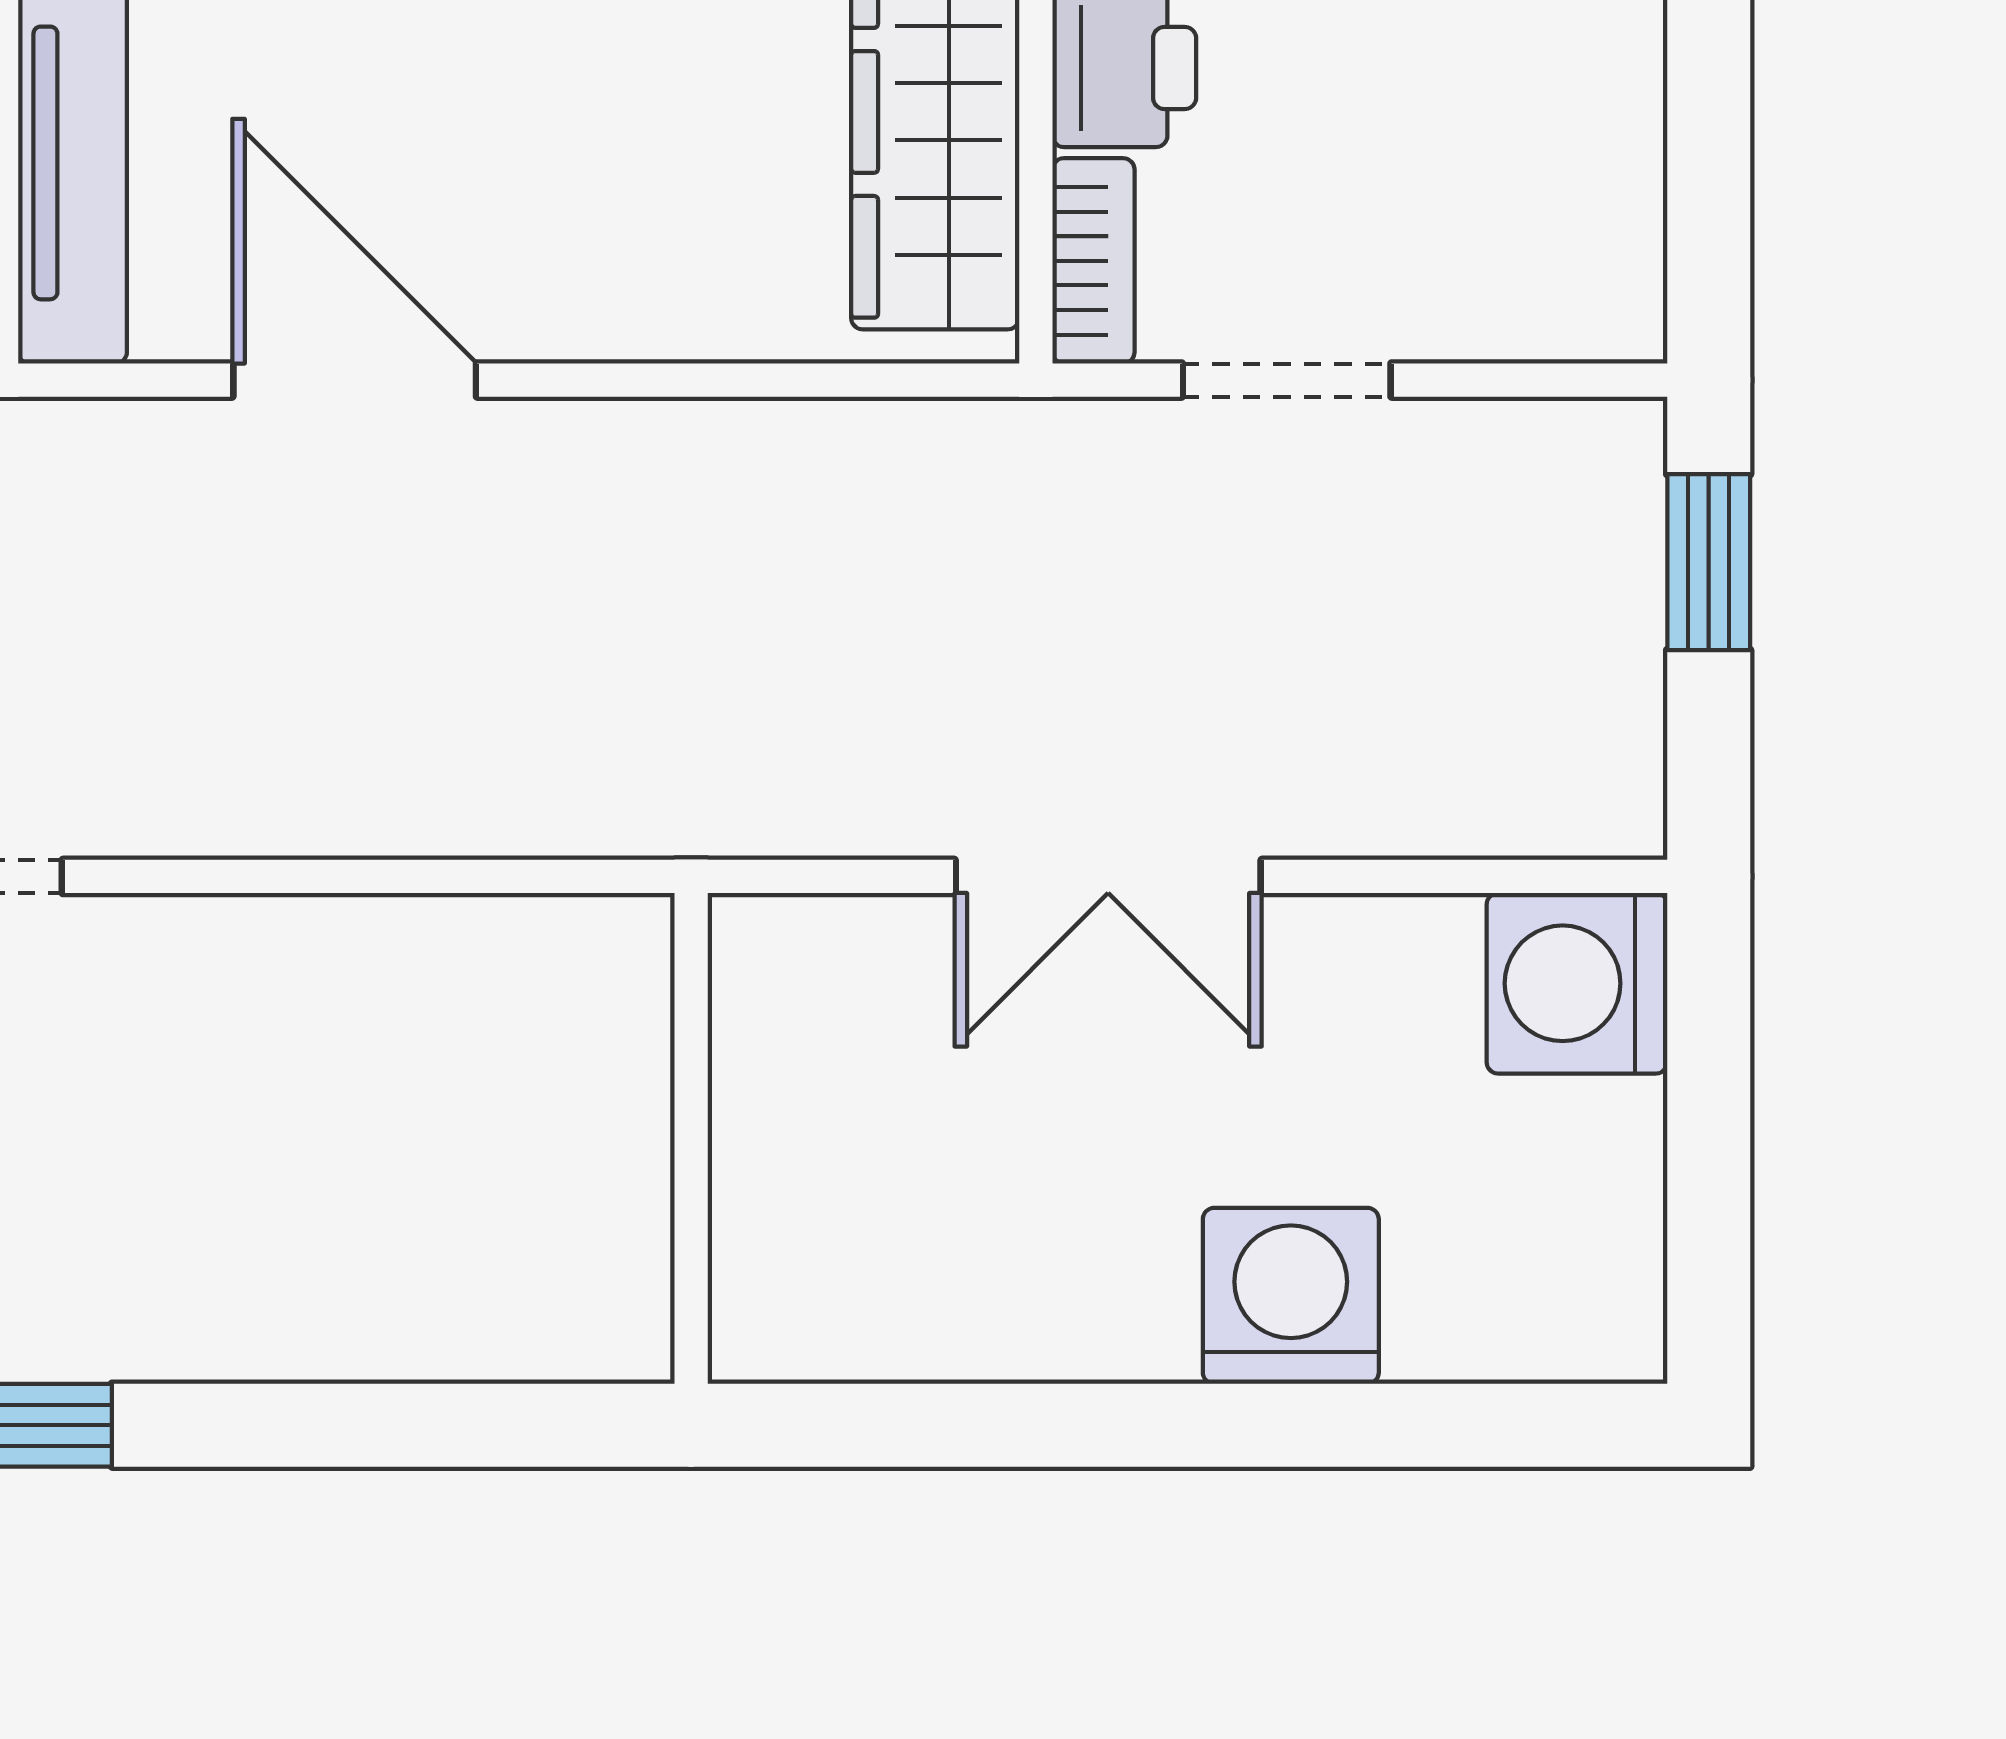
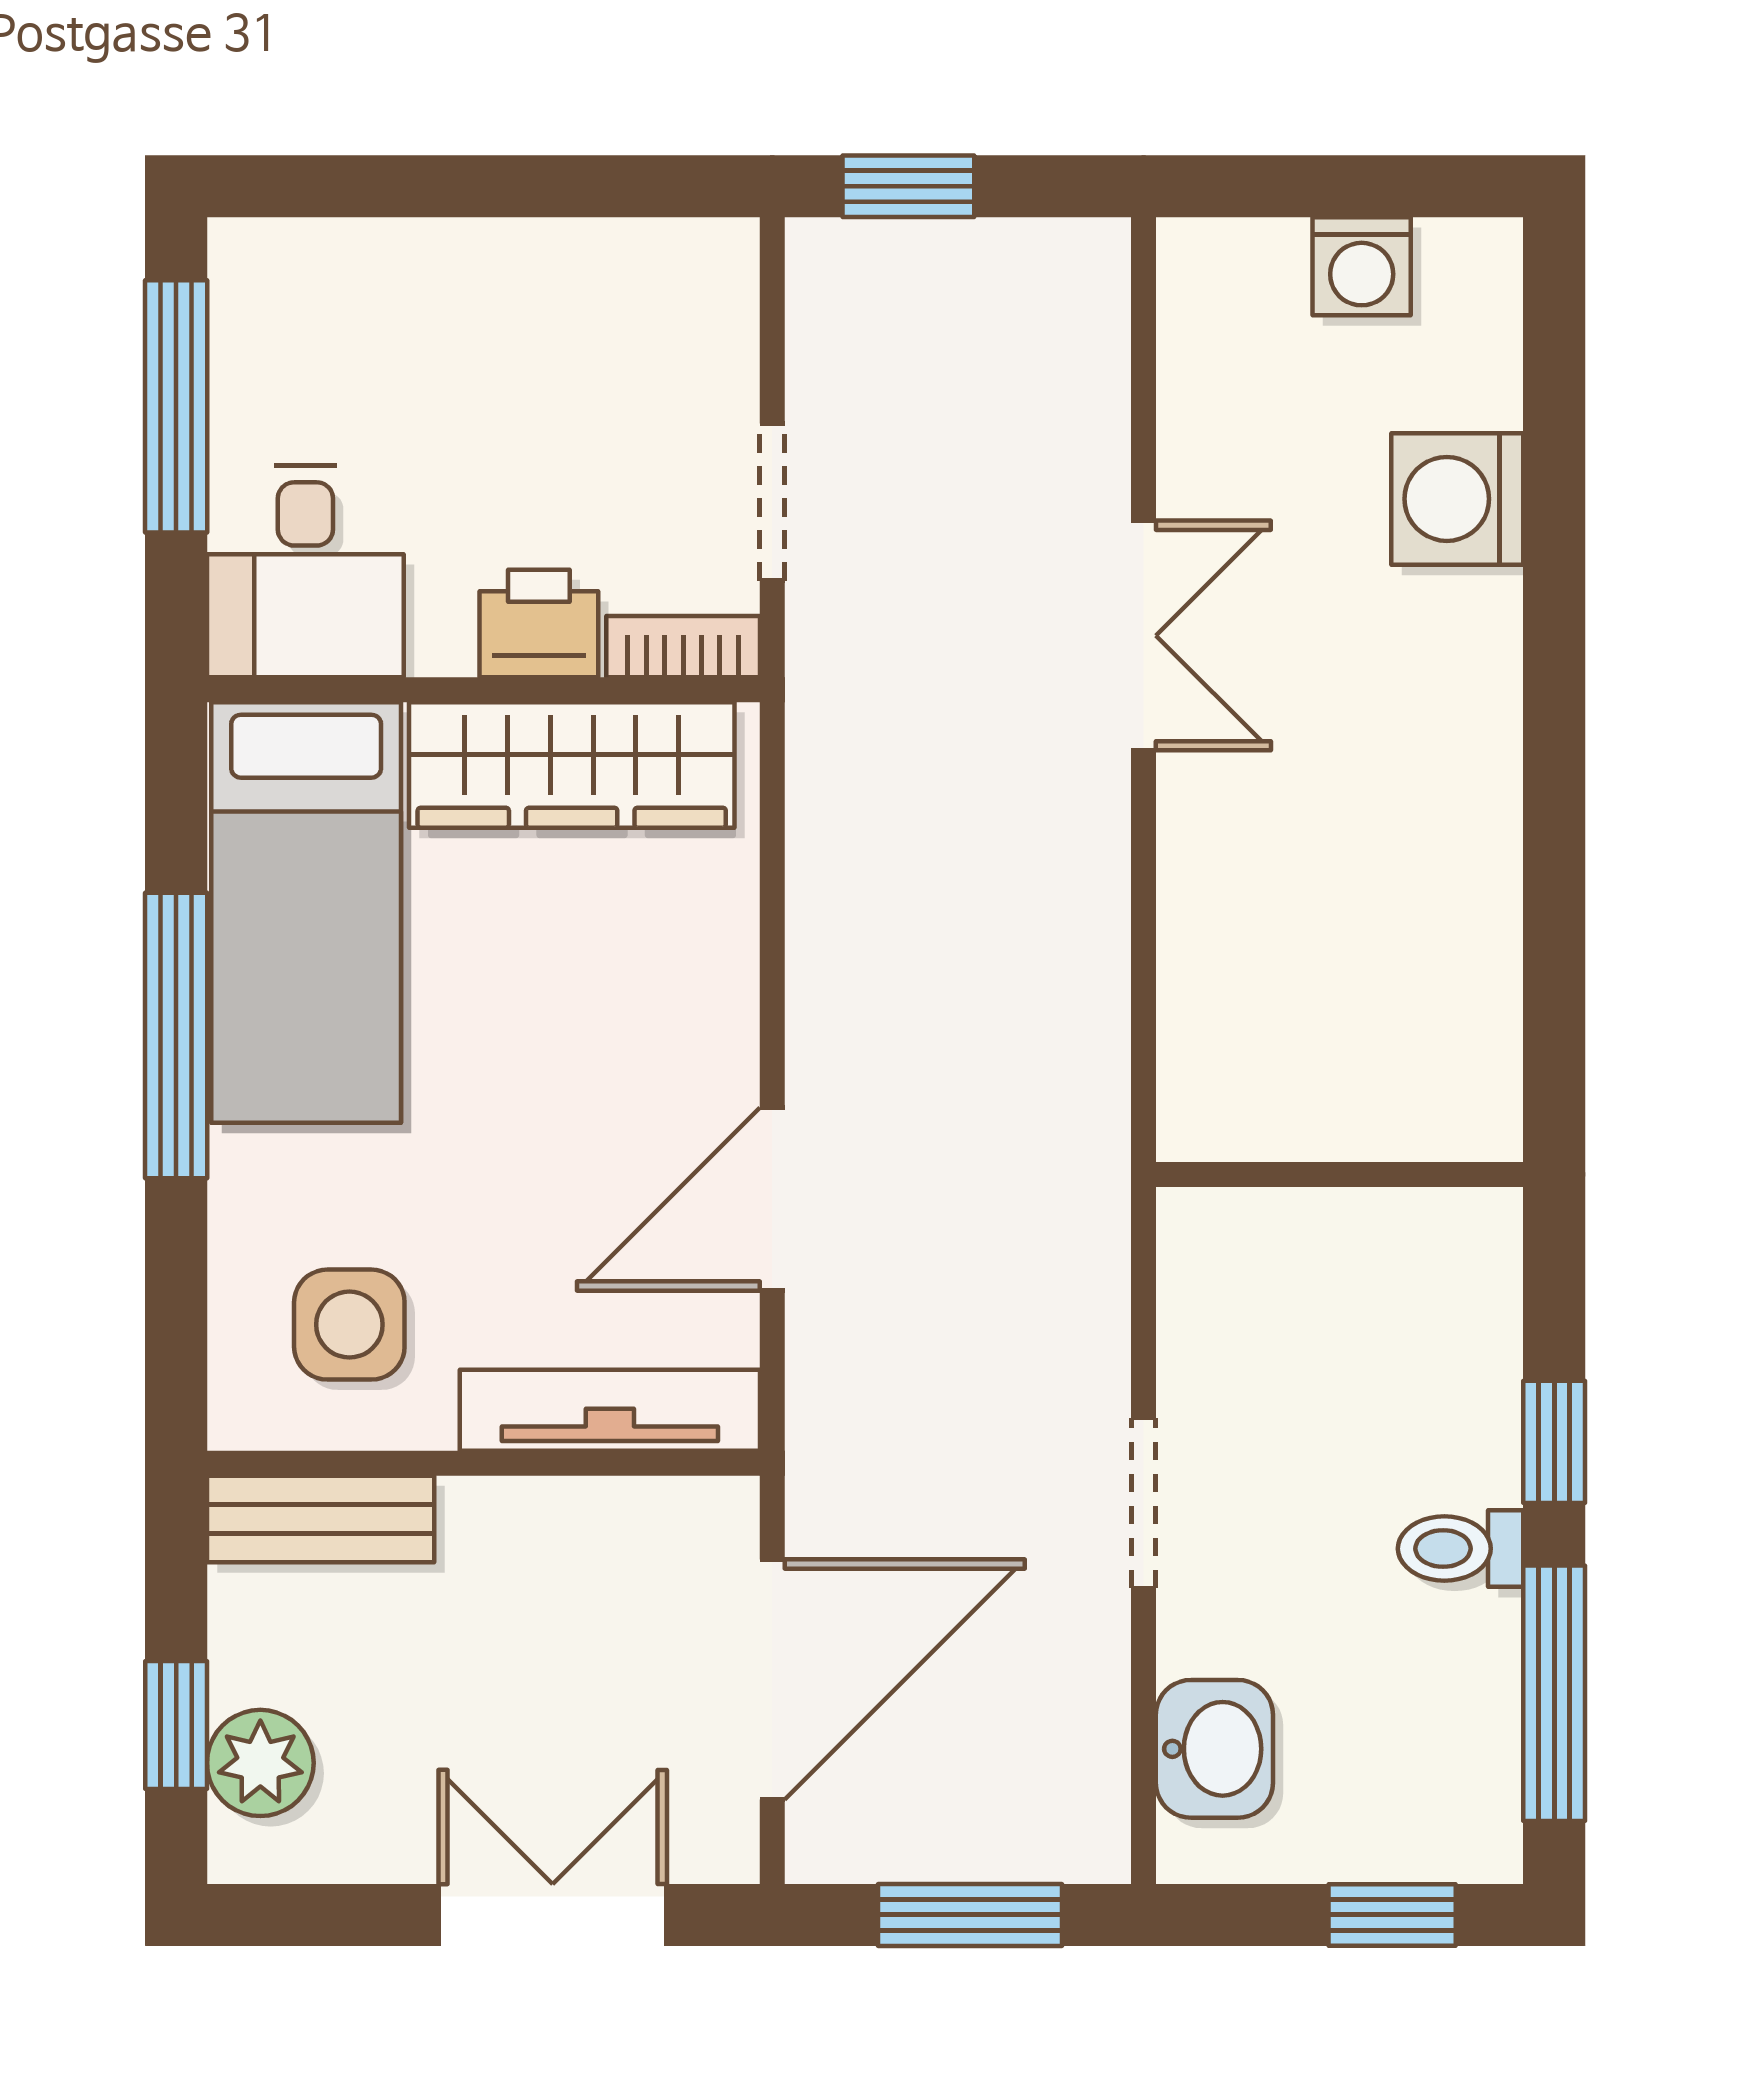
washing machine: (1577, 983) -> (1362, 266), moved, width x0.73, depth x0.73
wall: (691, 1138) -> (1340, 1174), moved

